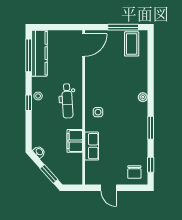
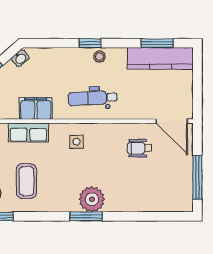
coffee table: (132, 44) -> (26, 181), moved, turned 90
window: (29, 55) -> (157, 43), width x0.69
wheelchair: (103, 68) -> (140, 148), added
plant: (143, 97) -> (92, 199), width x1.88, depth x1.88
window: (151, 128) -> (86, 216), moved

